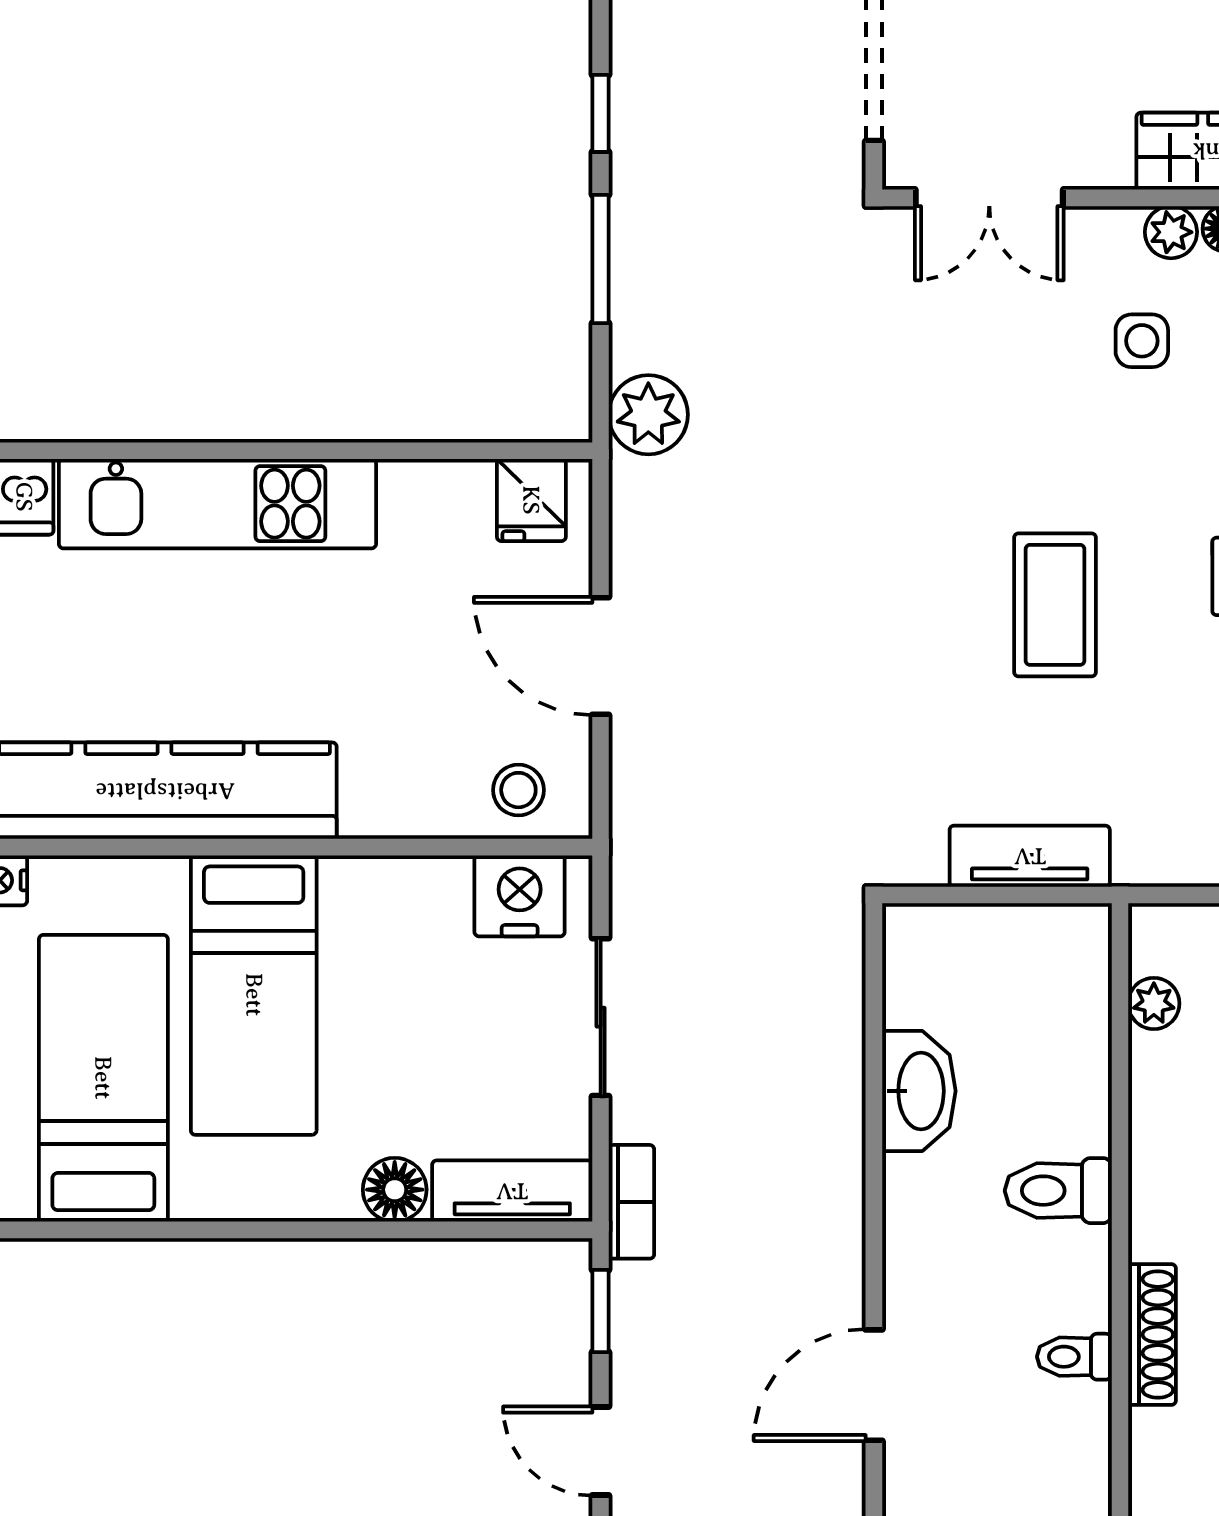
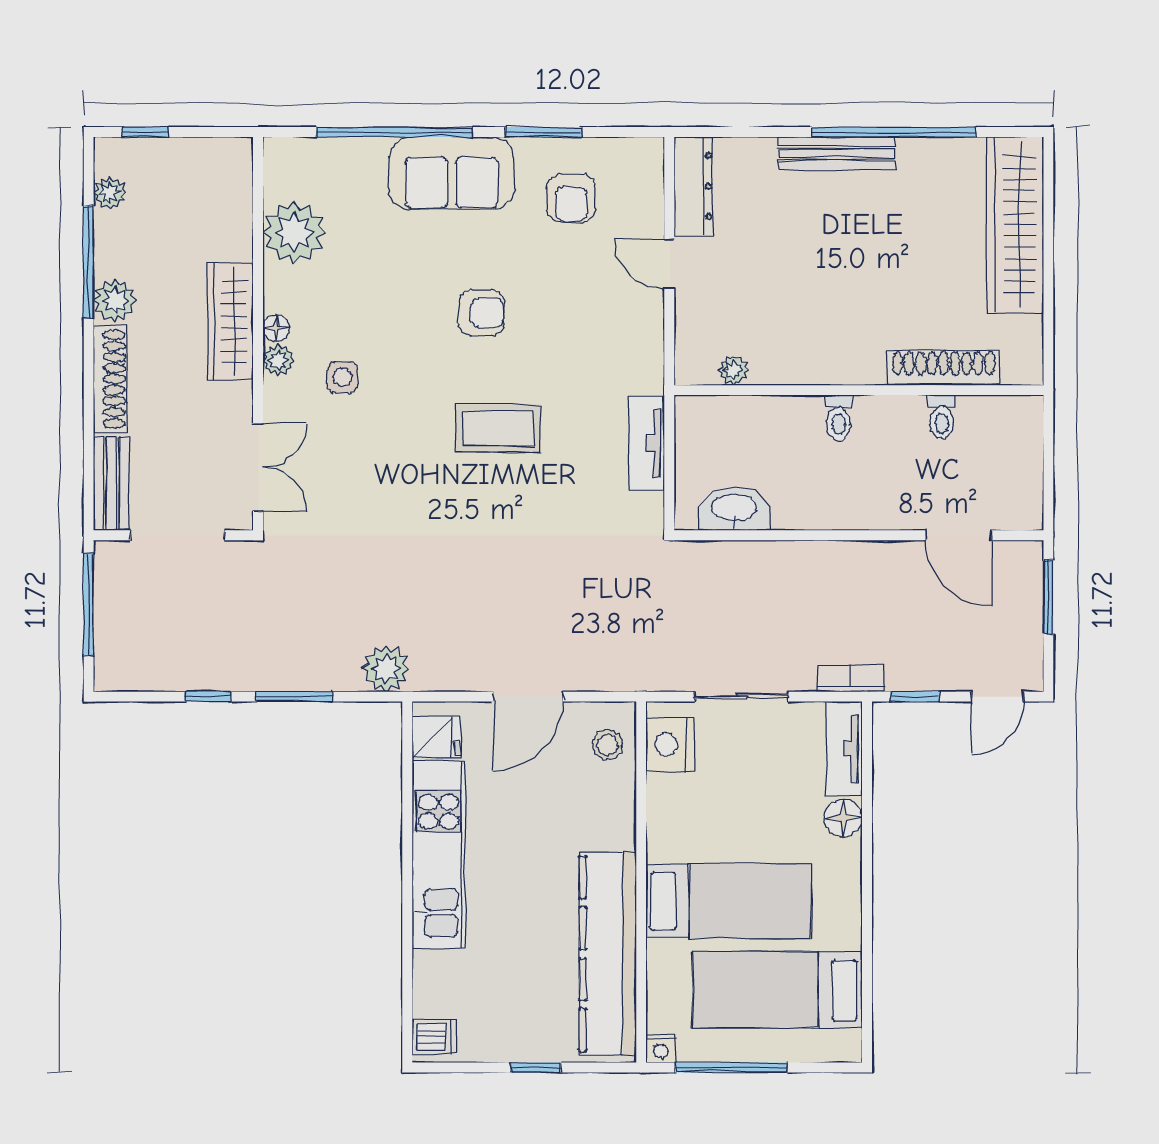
kitchen unit: (217, 504) -> (438, 855), moved
washbasin: (919, 1091) -> (734, 509), moved
toilet: (1058, 1191) -> (839, 418), width x0.73, depth x0.72
shoe rack: (1152, 1335) -> (944, 368), width x1.36, depth x1.24

